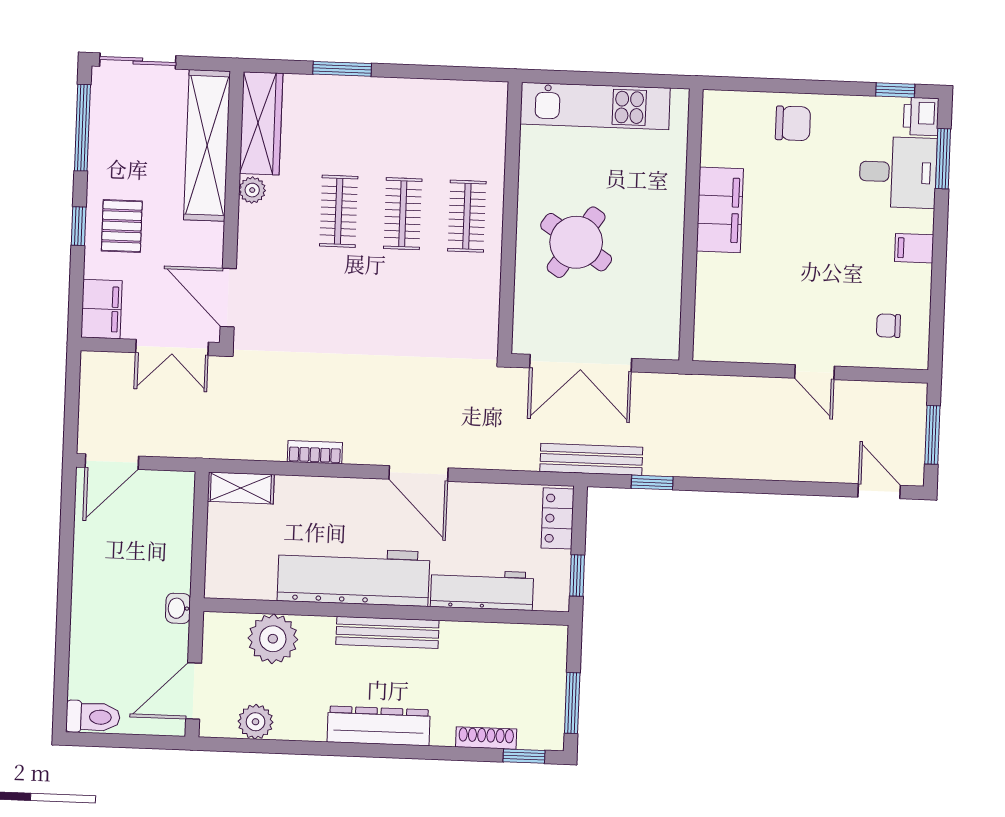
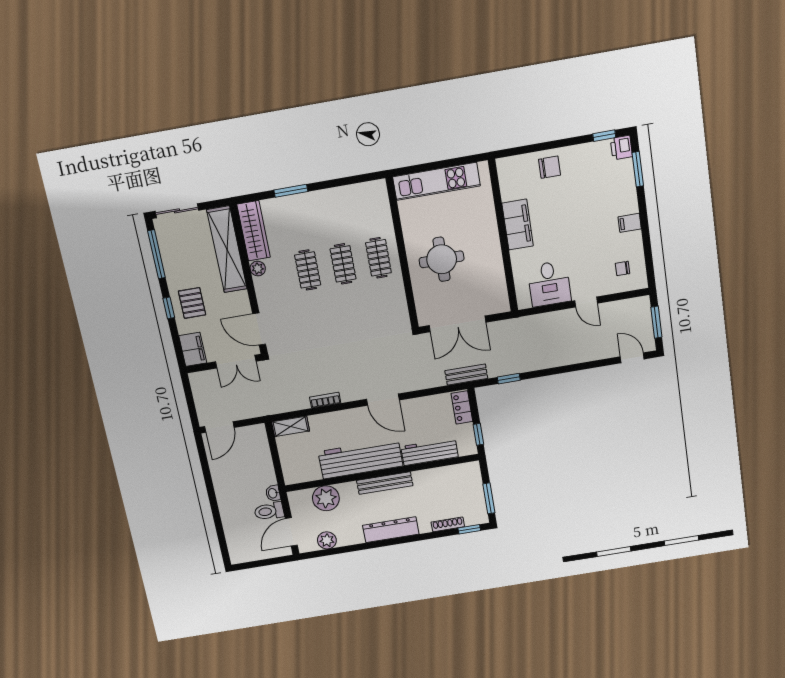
desk: (898, 172) -> (549, 284), moved, turned 90
round table: (576, 242) -> (442, 259), turned -34
bench: (591, 459) -> (466, 375), width x0.73
toilet: (93, 717) -> (269, 511), moved, turned 180

